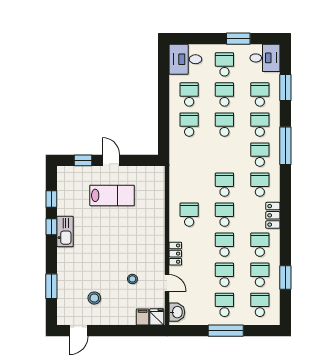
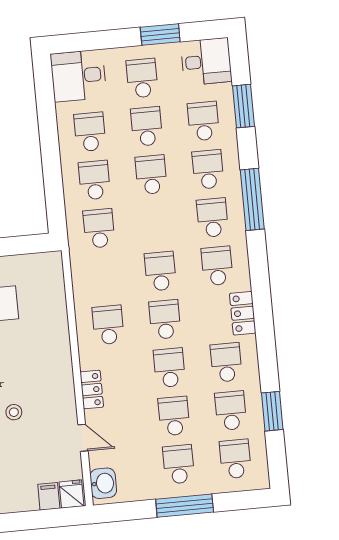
school desk: (189, 155) -> (99, 228), added
stool: (132, 279) -> (14, 412), moved

